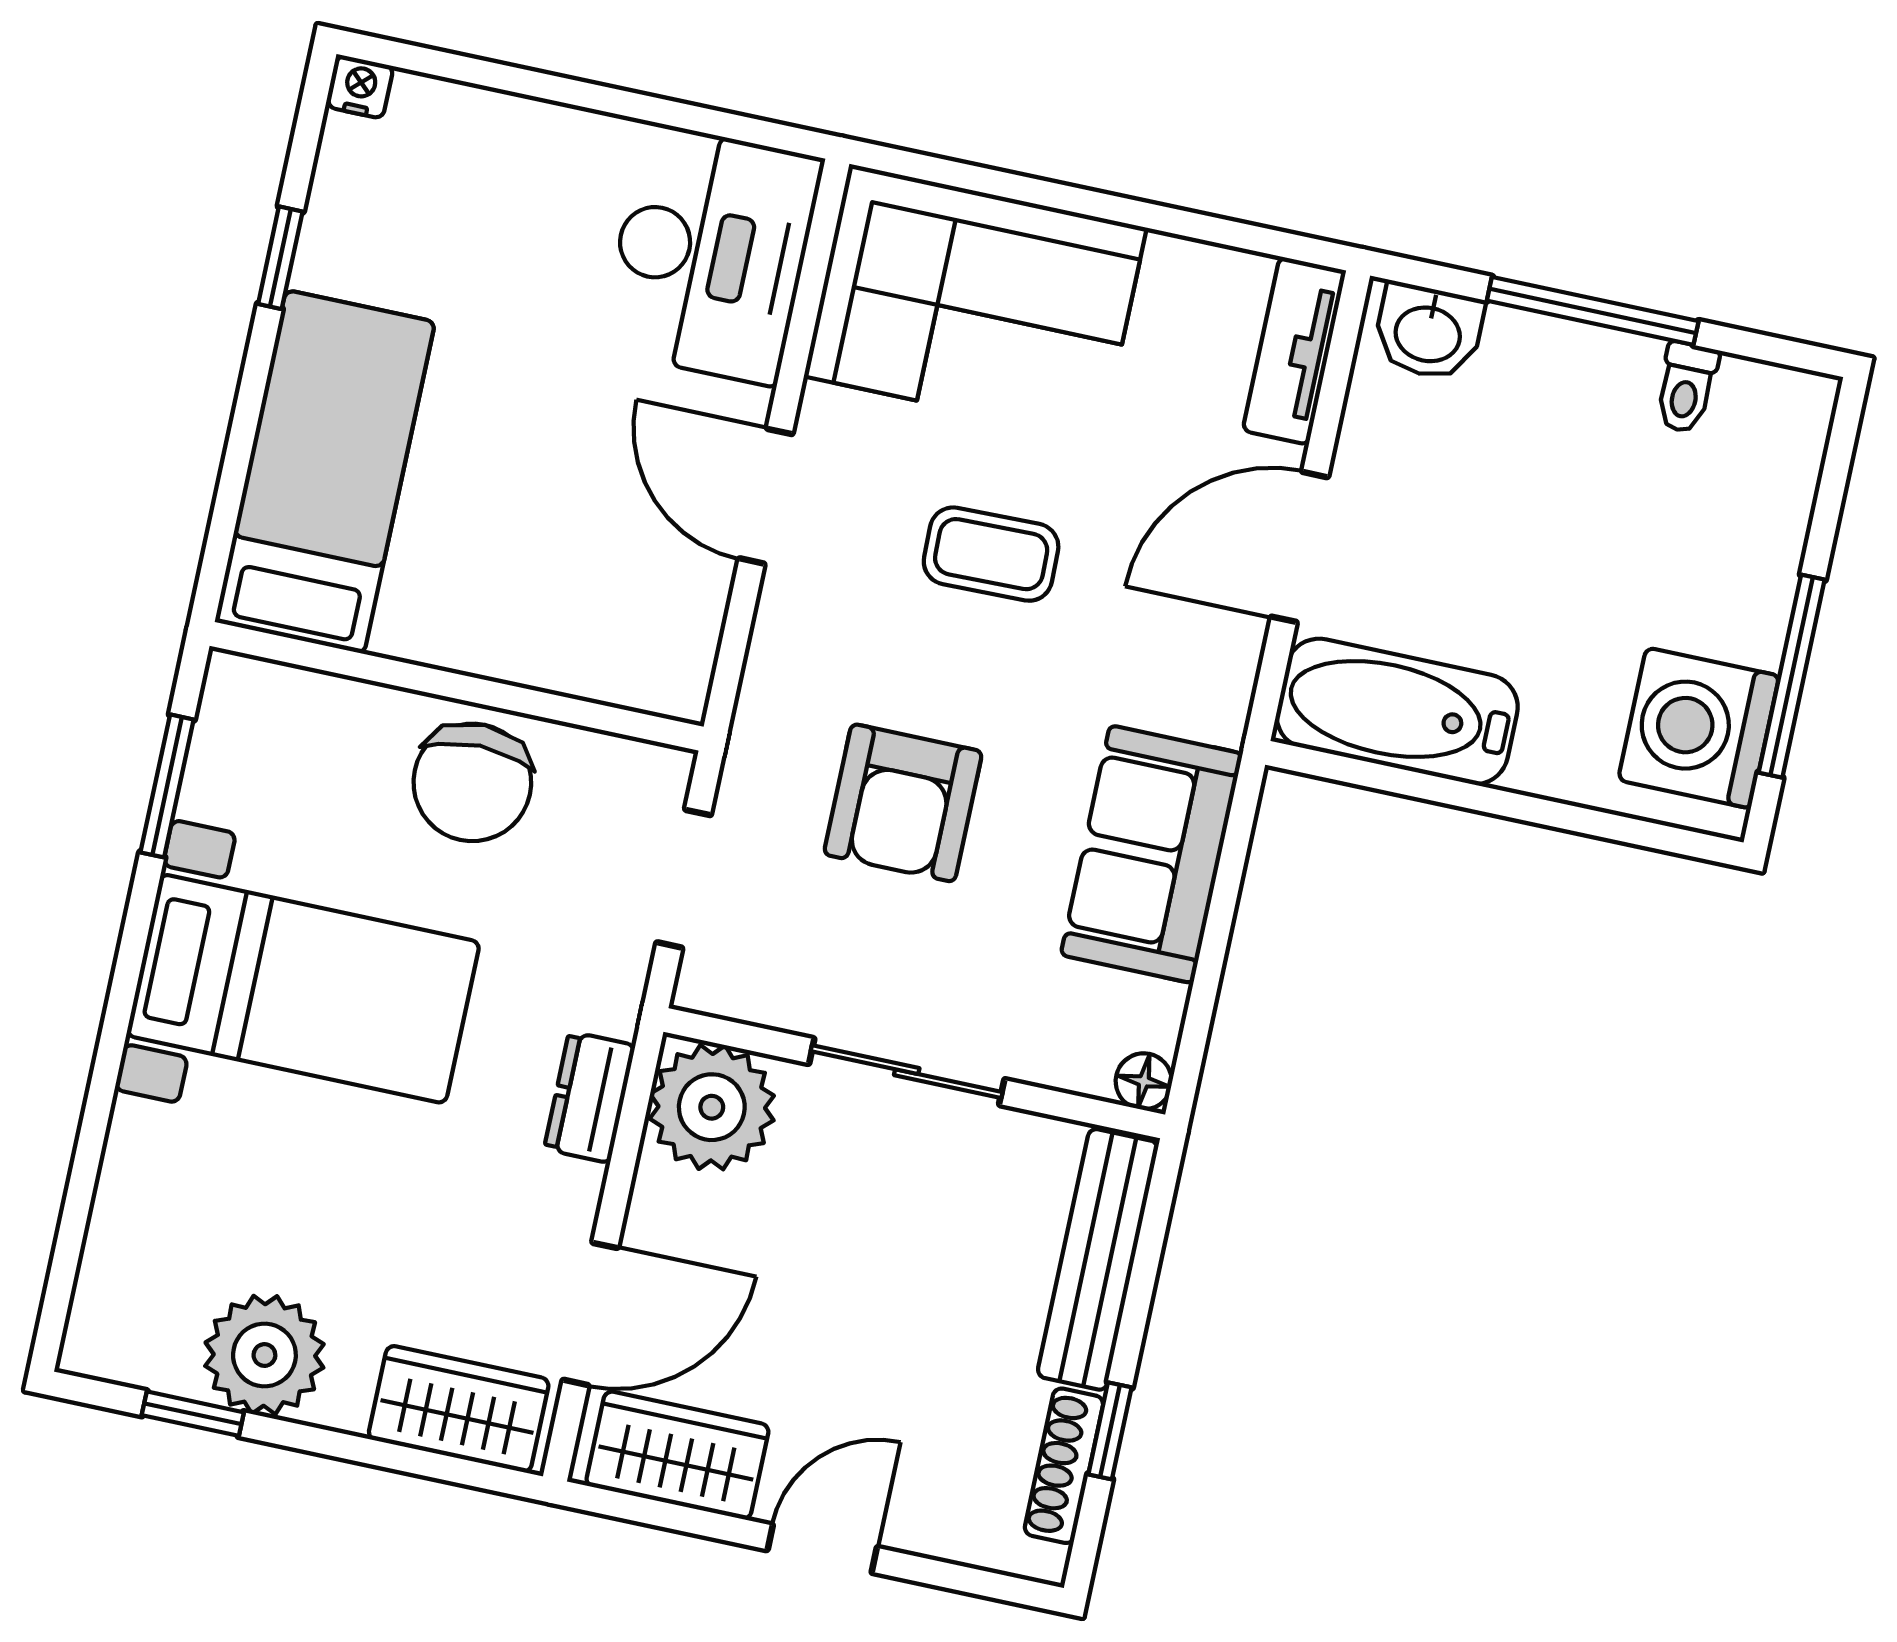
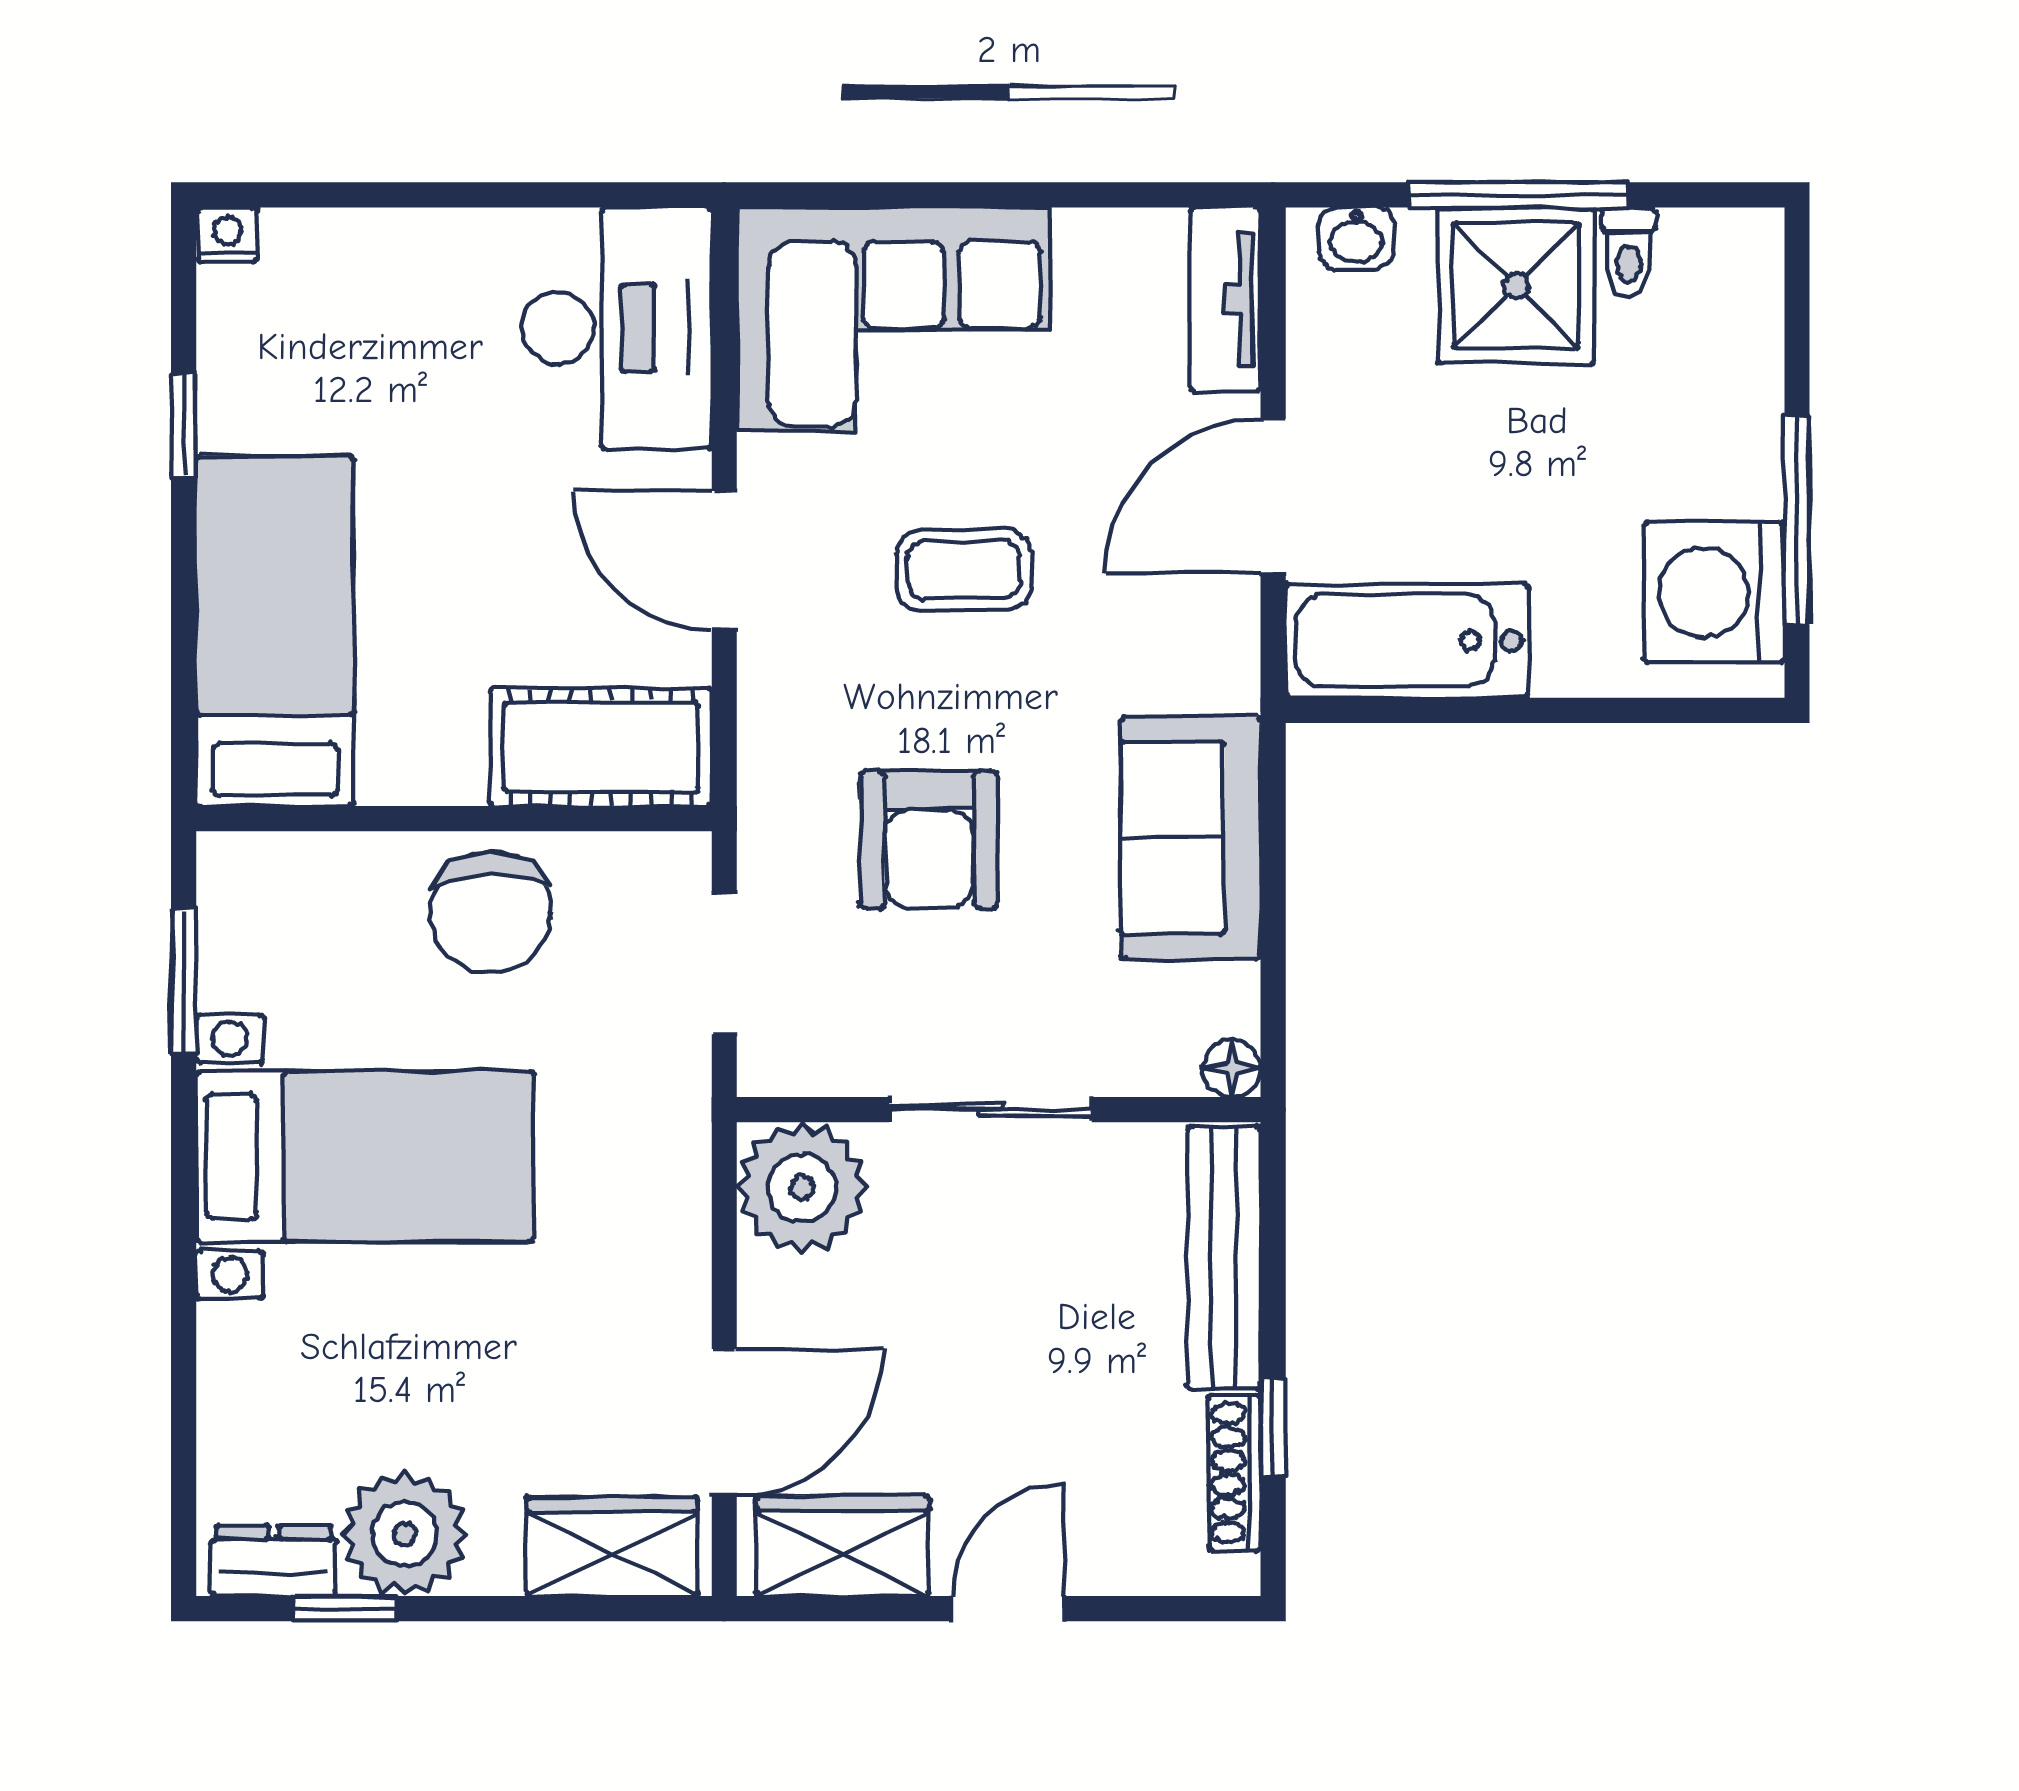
washbasin: (1428, 332) -> (1356, 238), width x0.72, depth x0.69
shower: (1573, 397) -> (1516, 286), added
cot: (611, 648) -> (601, 747), added
dresser: (590, 1097) -> (274, 1561), moved, turned 90

